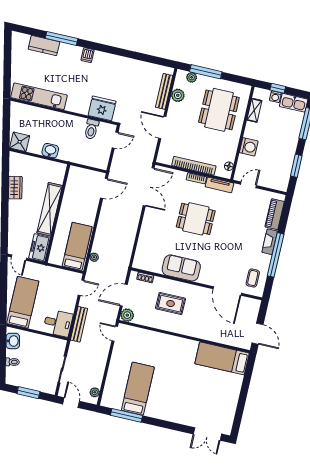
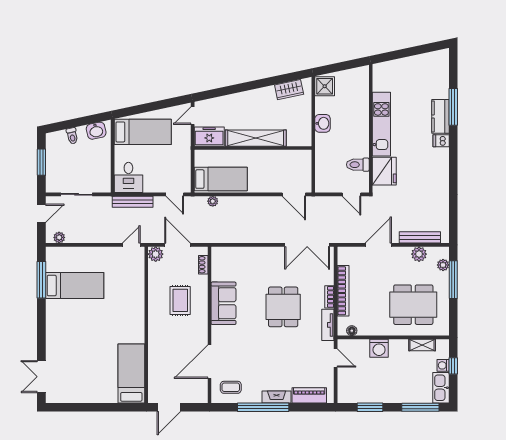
kitchen counter: (44, 46) -> (441, 116), moved
kitchen unit: (39, 96) -> (381, 124), moved
wardrobe: (15, 188) -> (289, 90), moved

